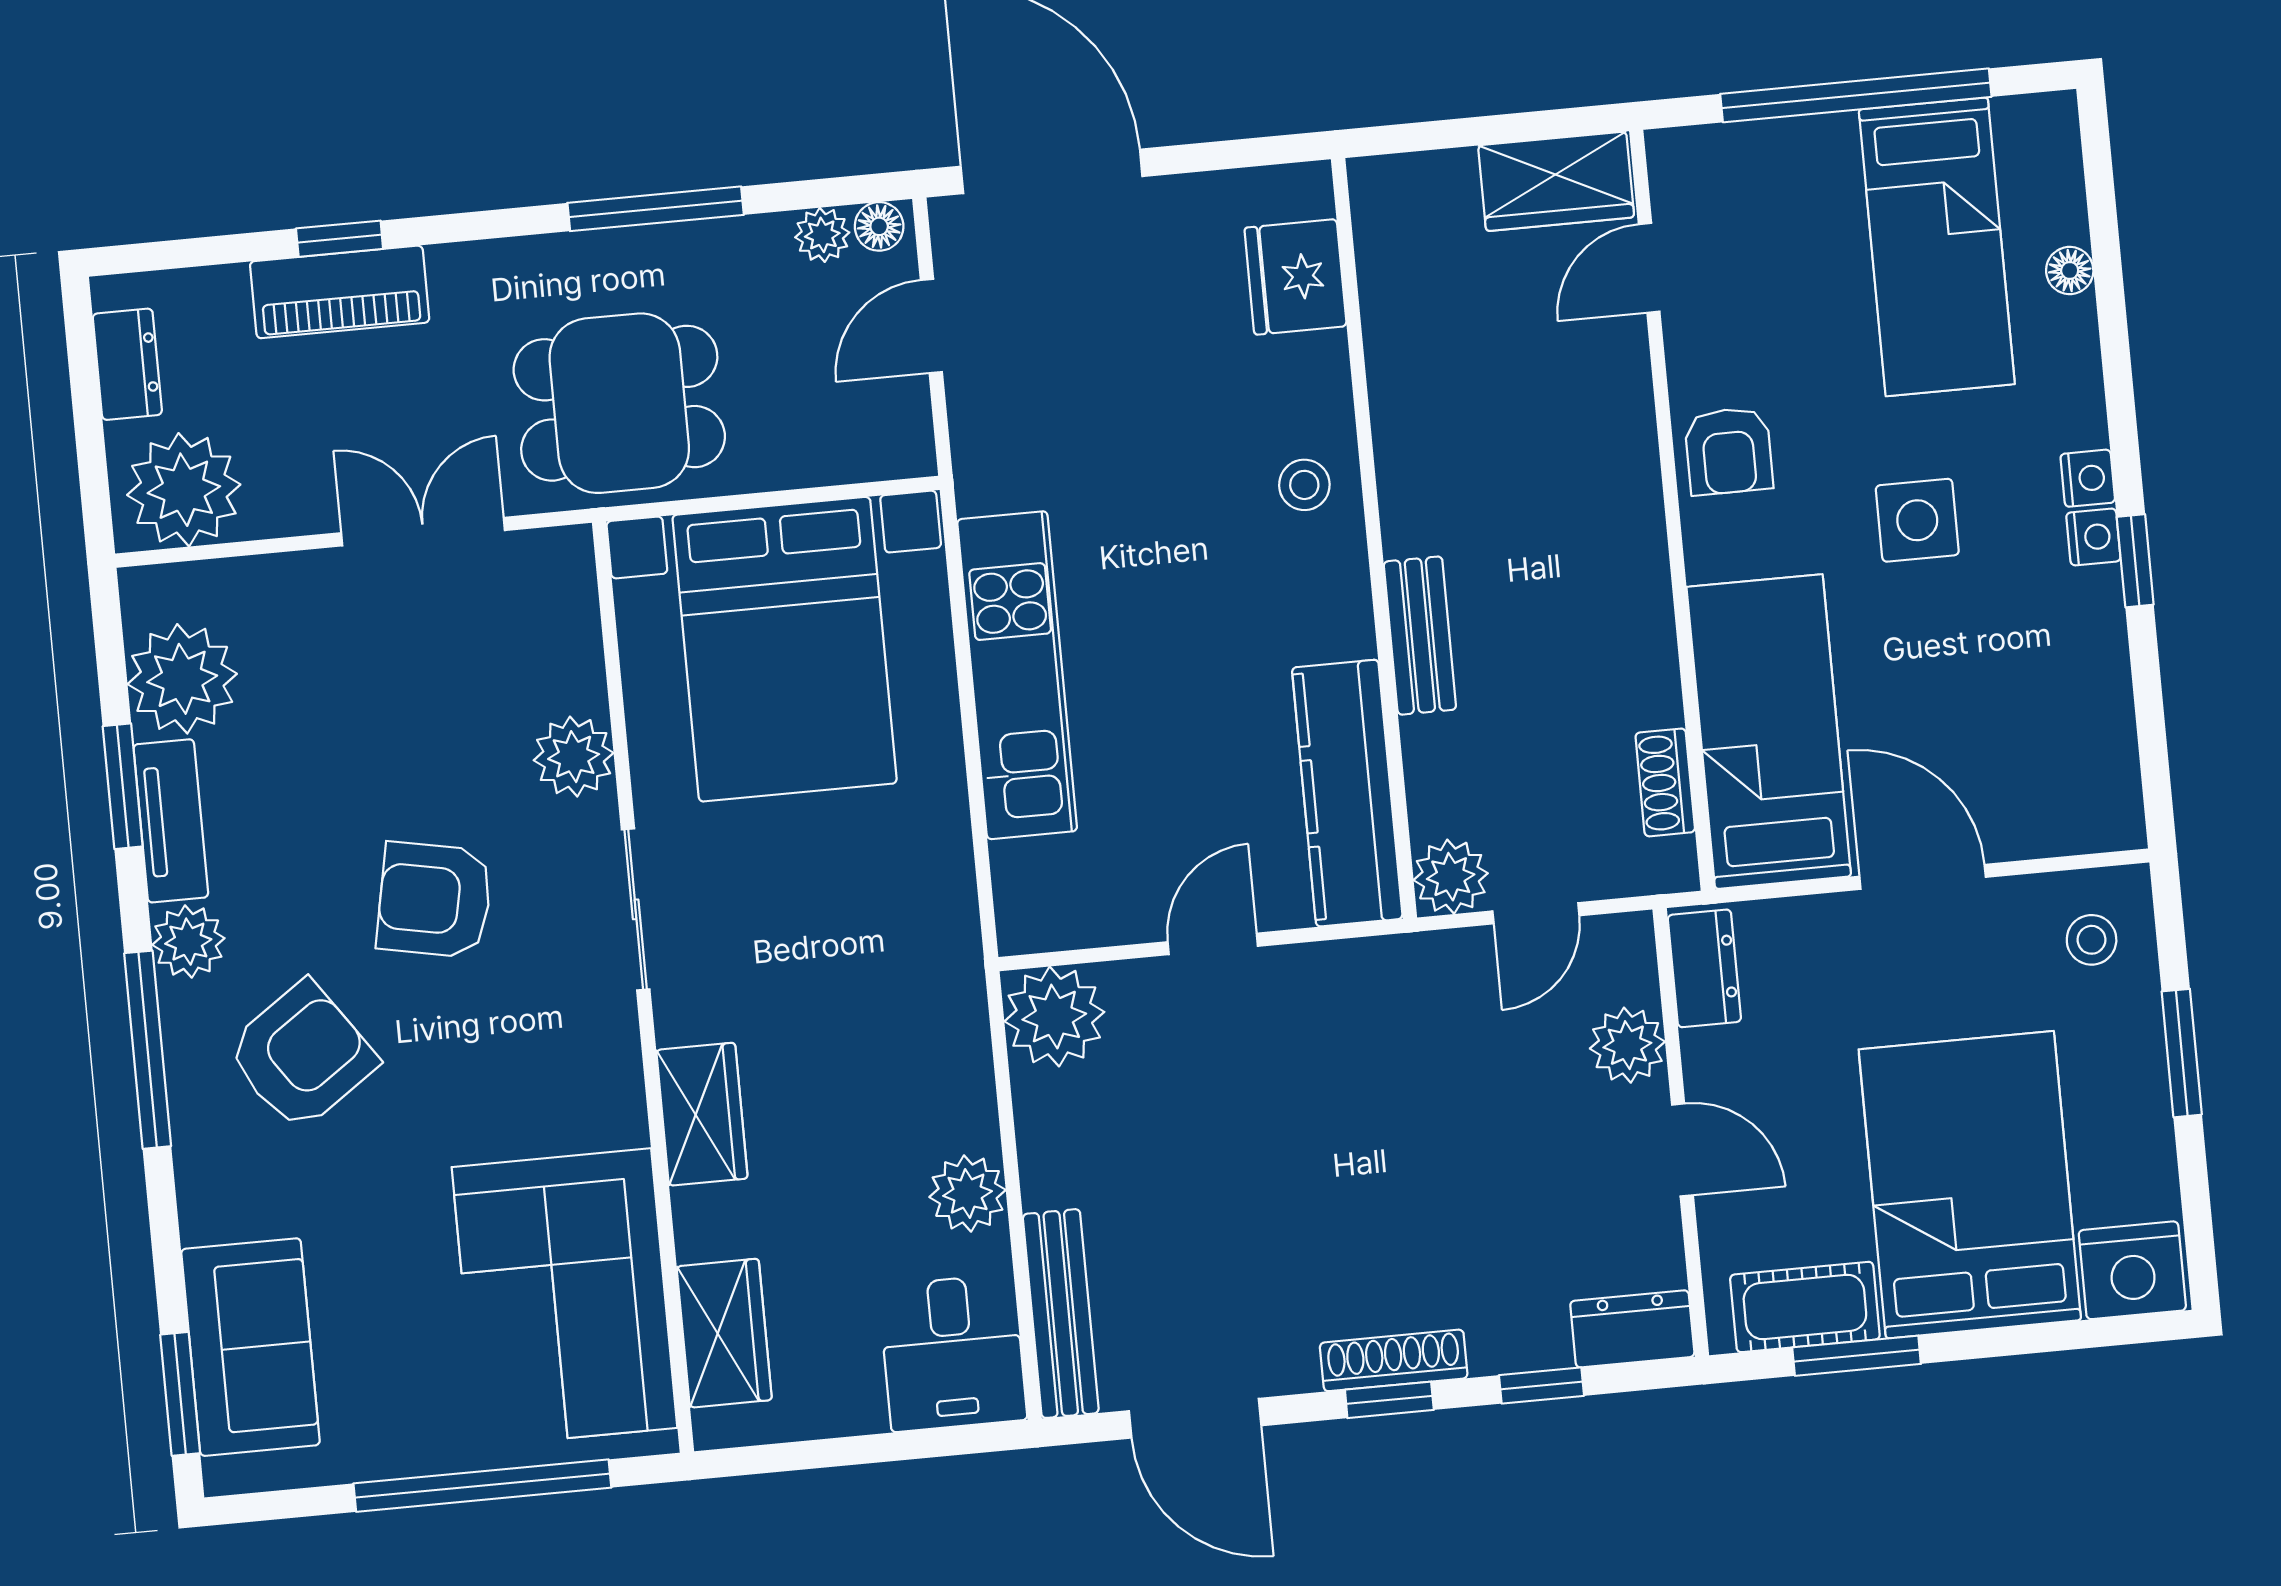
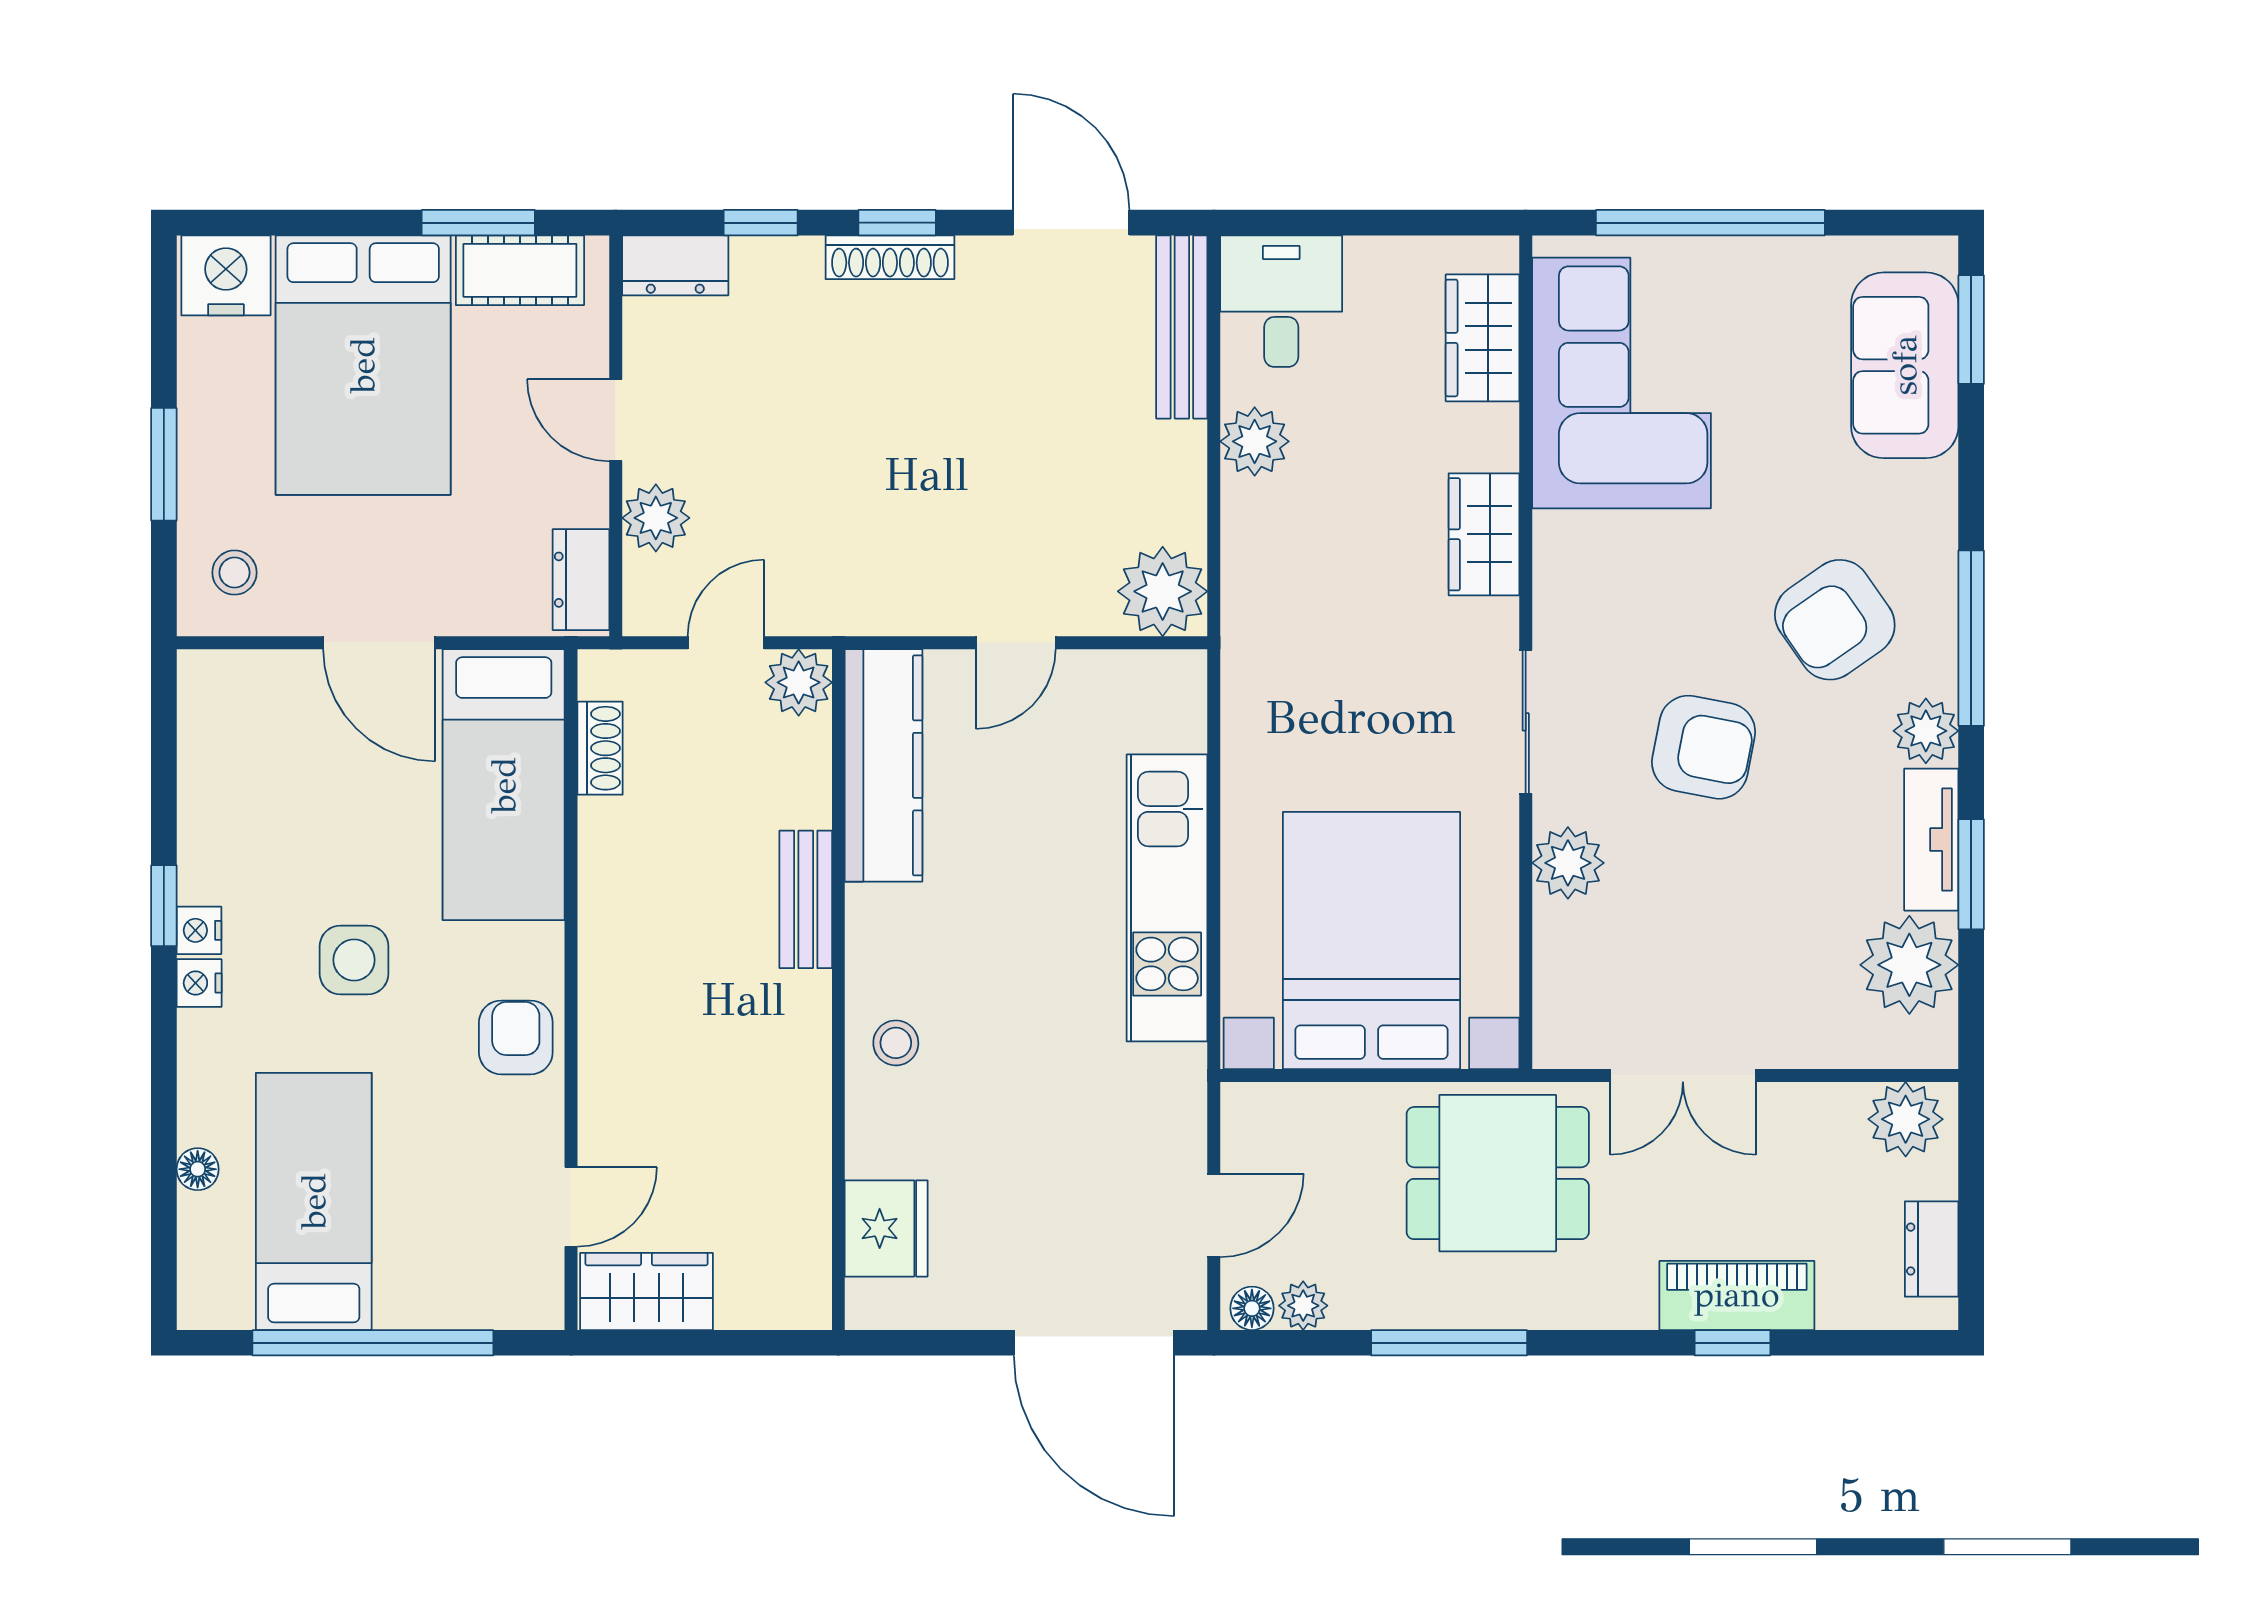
plant: (184, 490) -> (1906, 1119), width x0.73, depth x0.73

